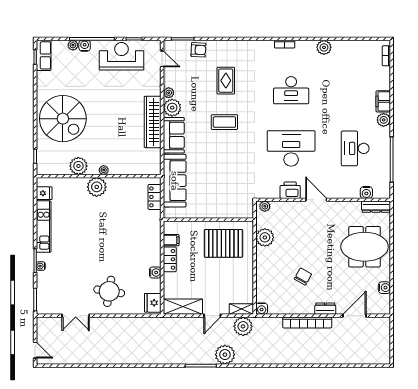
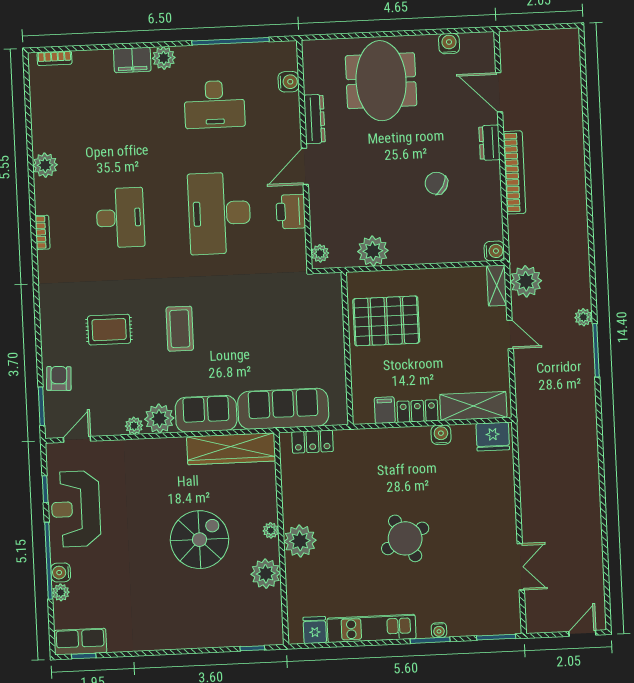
spiral stairs: (63, 119) -> (200, 540), moved, width x0.73, depth x0.73
wardrobe: (153, 122) -> (231, 449), moved
dresser: (376, 207) -> (314, 119), moved
pallet: (223, 243) -> (386, 321), turned 90
round table: (109, 291) -> (405, 538), moved, turned -37
shelving: (183, 307) -> (473, 406), moved, turned 90
plant: (225, 355) -> (583, 317), width x0.53, depth x0.53

